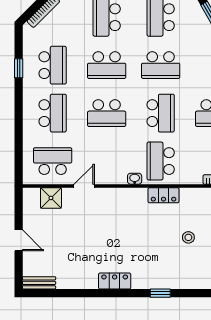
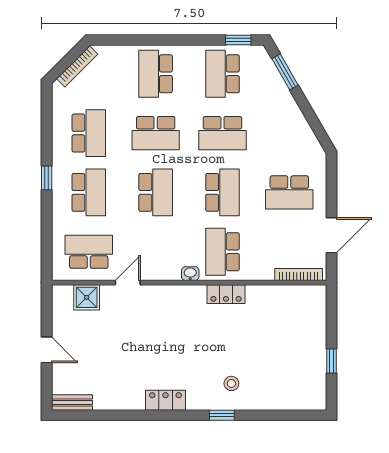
window: (19, 68) -> (47, 178), moved
school desk: (107, 113) -> (156, 192), turned -90
stool: (188, 237) -> (231, 383), moved

